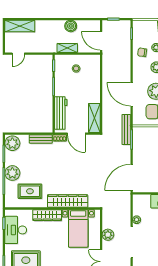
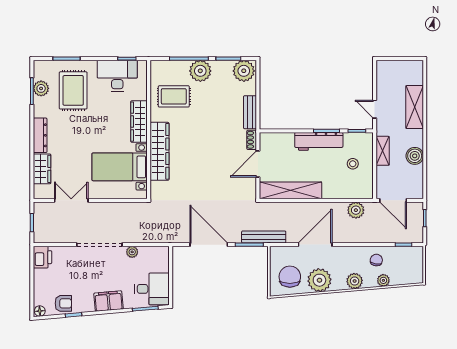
shelving: (20, 26) -> (415, 107), moved
door: (101, 41) -> (393, 200), swing flipped
door: (18, 54) -> (375, 109), moved
workbench: (61, 113) -> (319, 141), moved
shelving: (94, 118) -> (291, 190), width x1.47
door: (132, 177) -> (209, 245), moved
rug: (30, 191) -> (174, 96), turned 90
plant: (108, 235) -> (356, 210), moved

